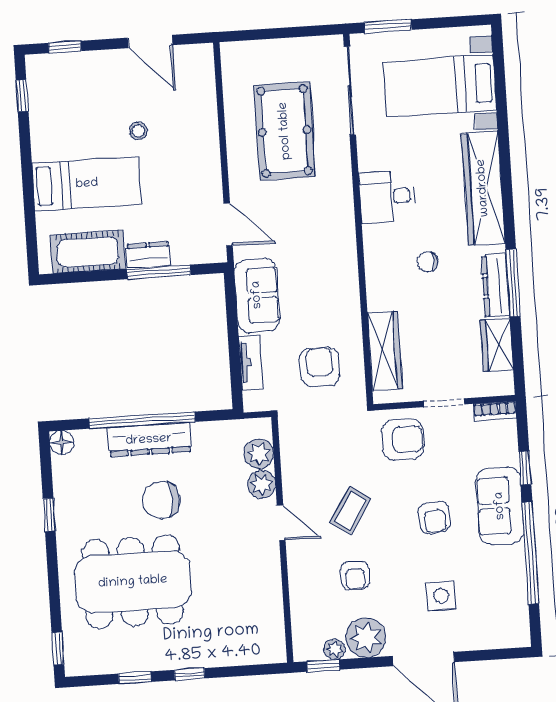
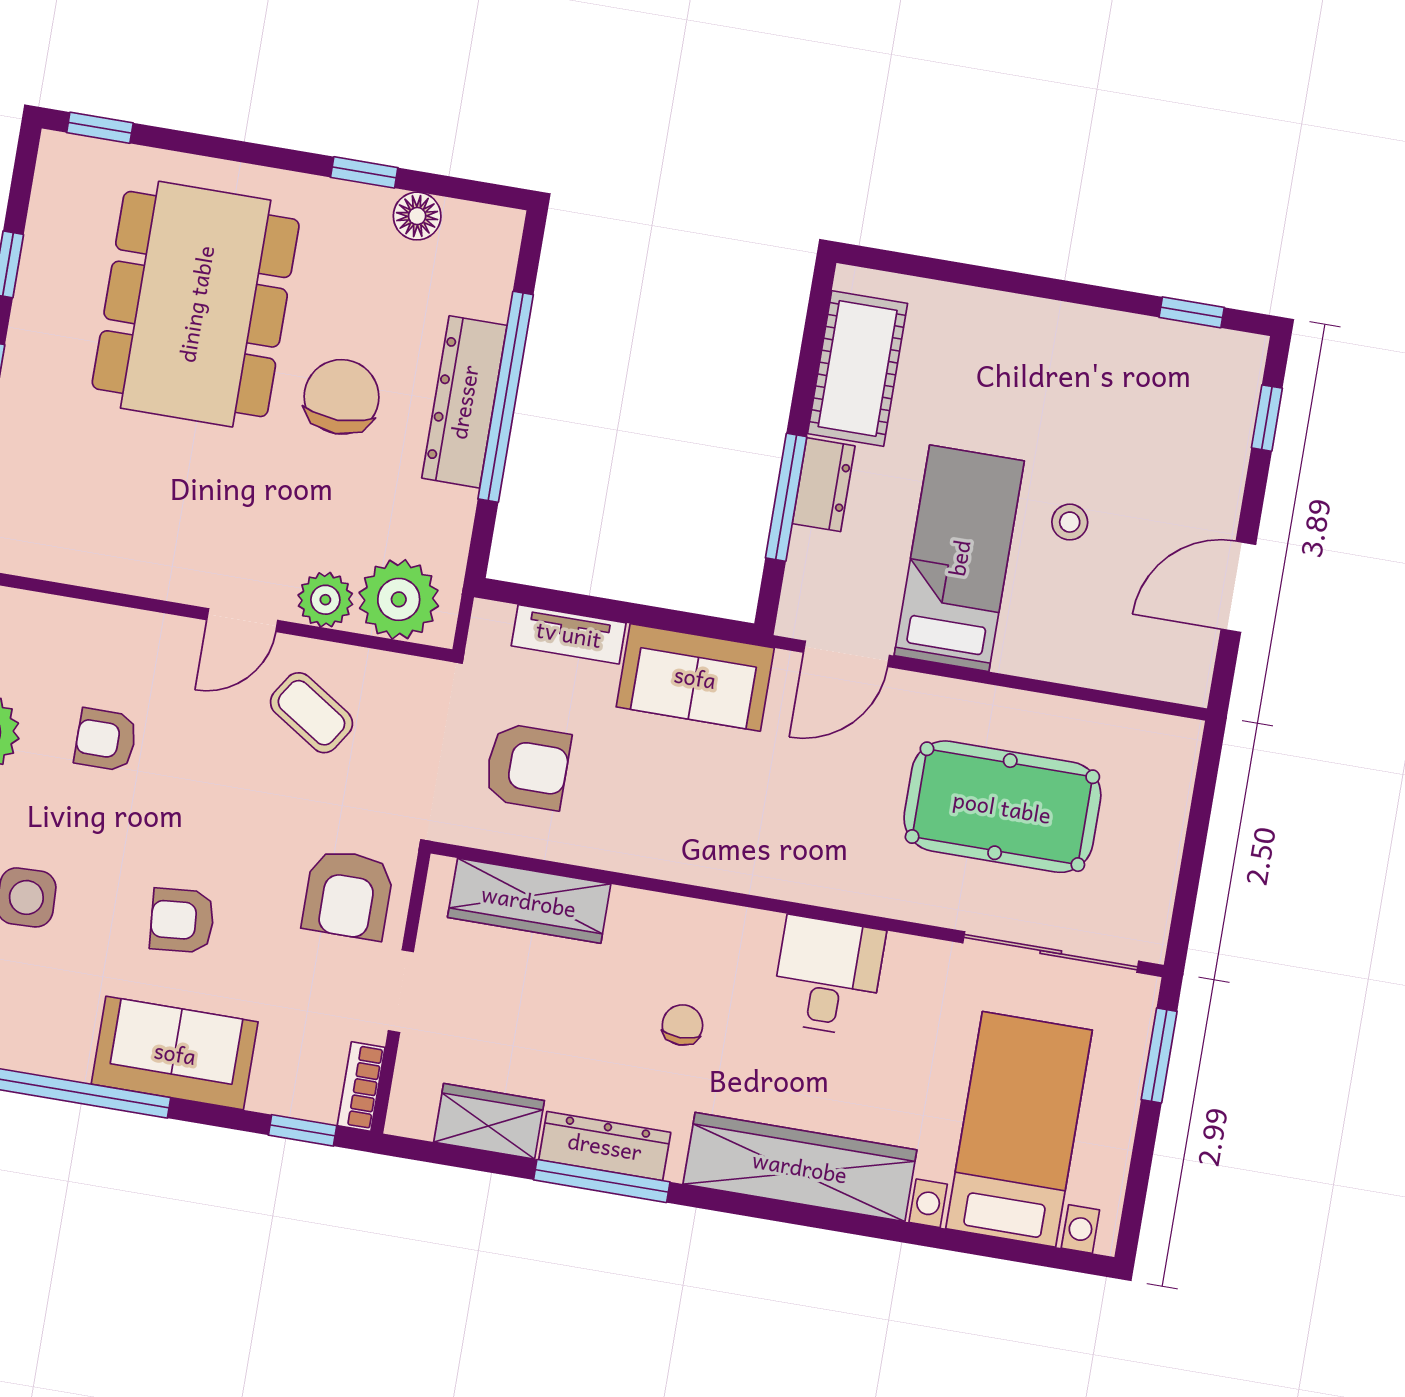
bed: (87, 184) -> (959, 558), moved, turned 180
floor lamp: (62, 442) -> (417, 216), moved
plant: (259, 454) -> (399, 599), width x1.36, depth x1.36
window: (525, 468) -> (303, 1130), moved
coffee table: (350, 511) -> (311, 713), moved

